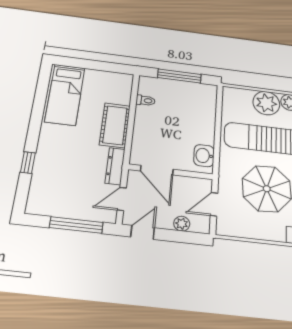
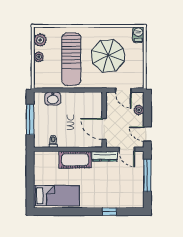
plant: (266, 103) -> (39, 57), width x0.53, depth x0.53
washbasin: (204, 156) -> (53, 99), moved
door: (157, 170) -> (104, 129), swing flipped

